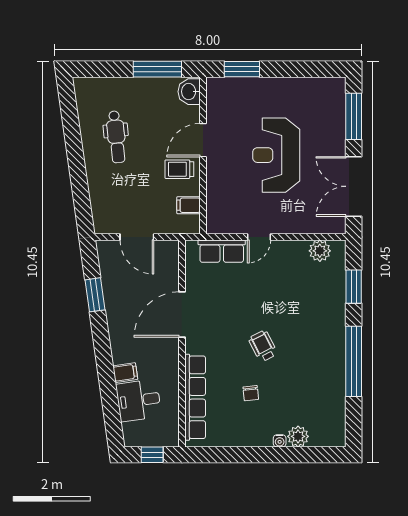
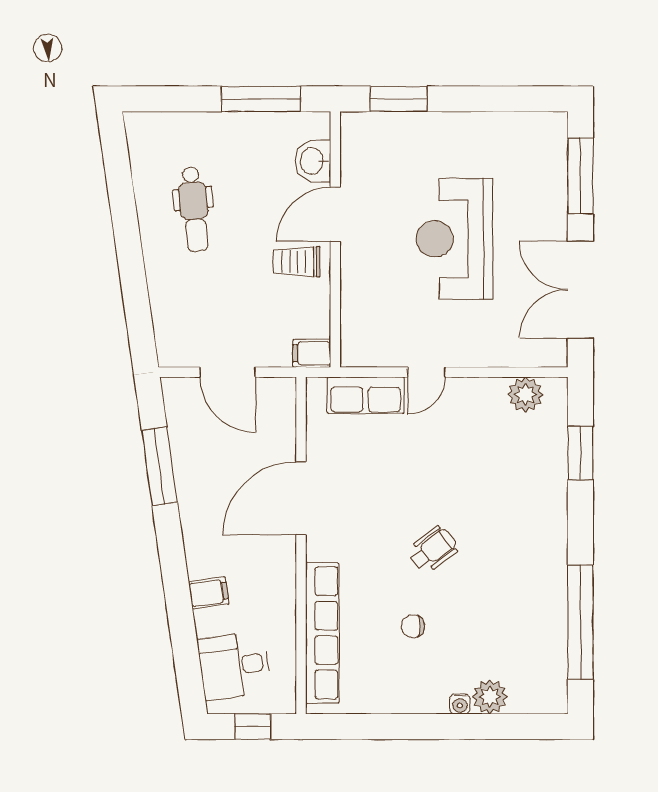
washbasin: (189, 92) -> (313, 161), moved
filing cabinet: (189, 205) -> (312, 353), moved
window: (95, 295) -> (160, 466), width x1.44
wheelchair: (263, 346) -> (433, 550), turned 80
window: (354, 361) -> (580, 622), moved
chair: (251, 393) -> (413, 626), turned 96
desk: (139, 400) -> (234, 666), moved

